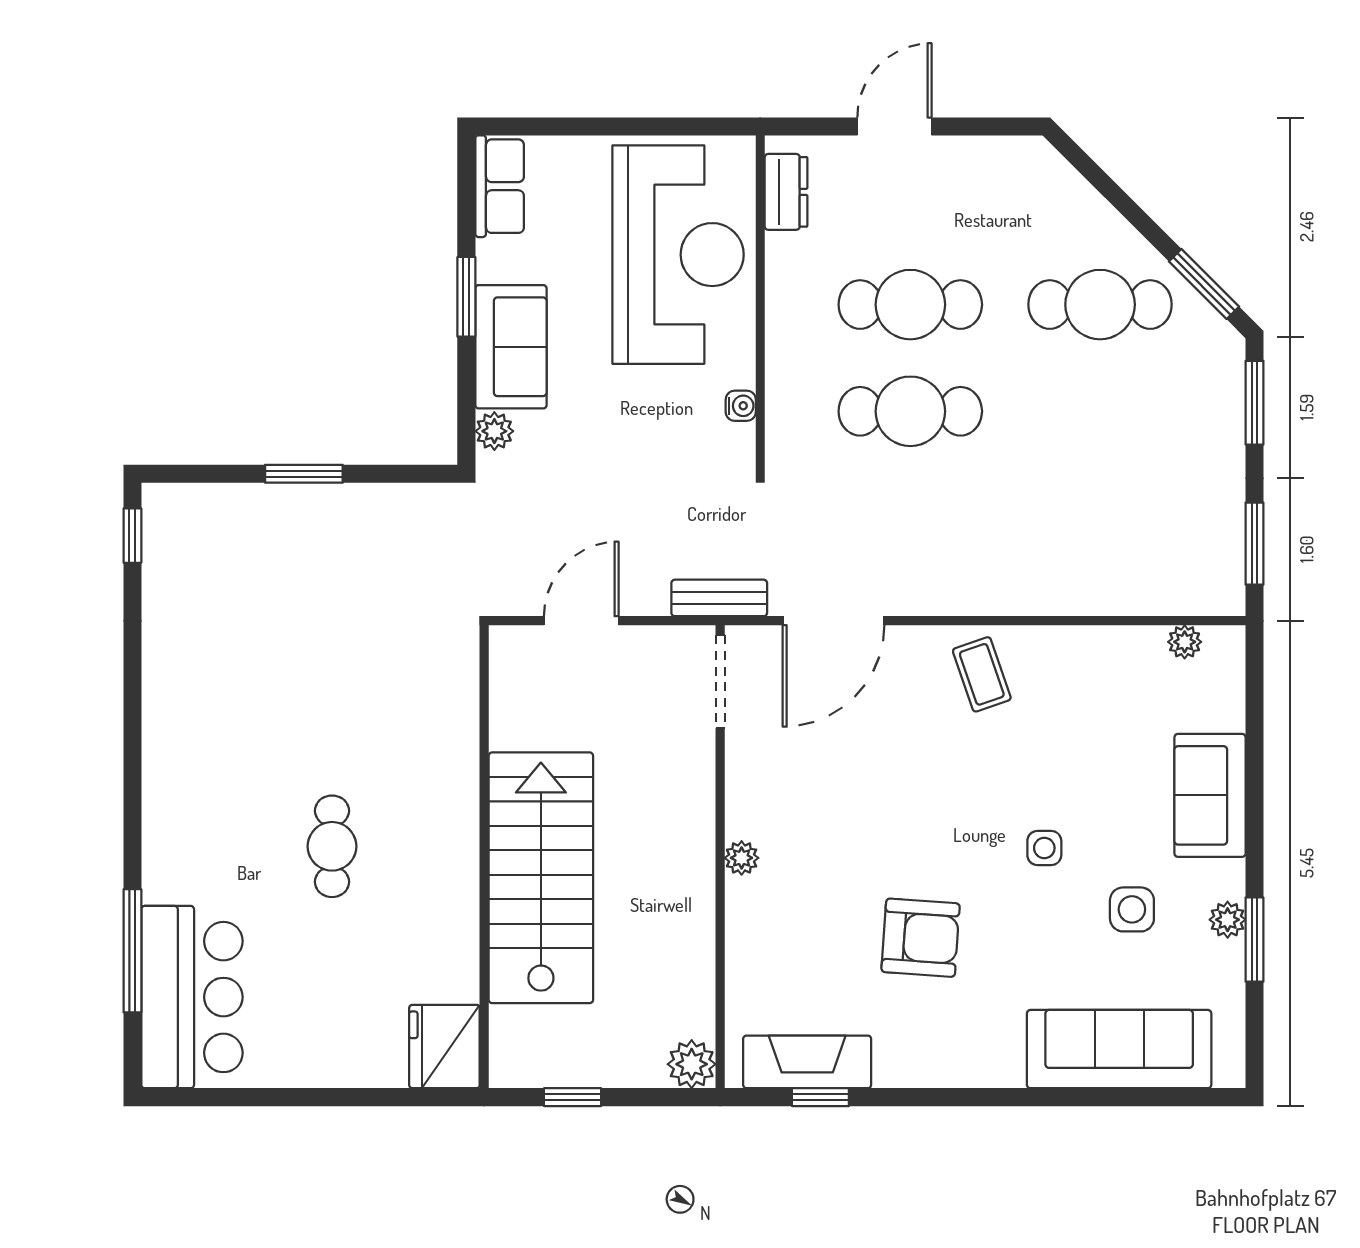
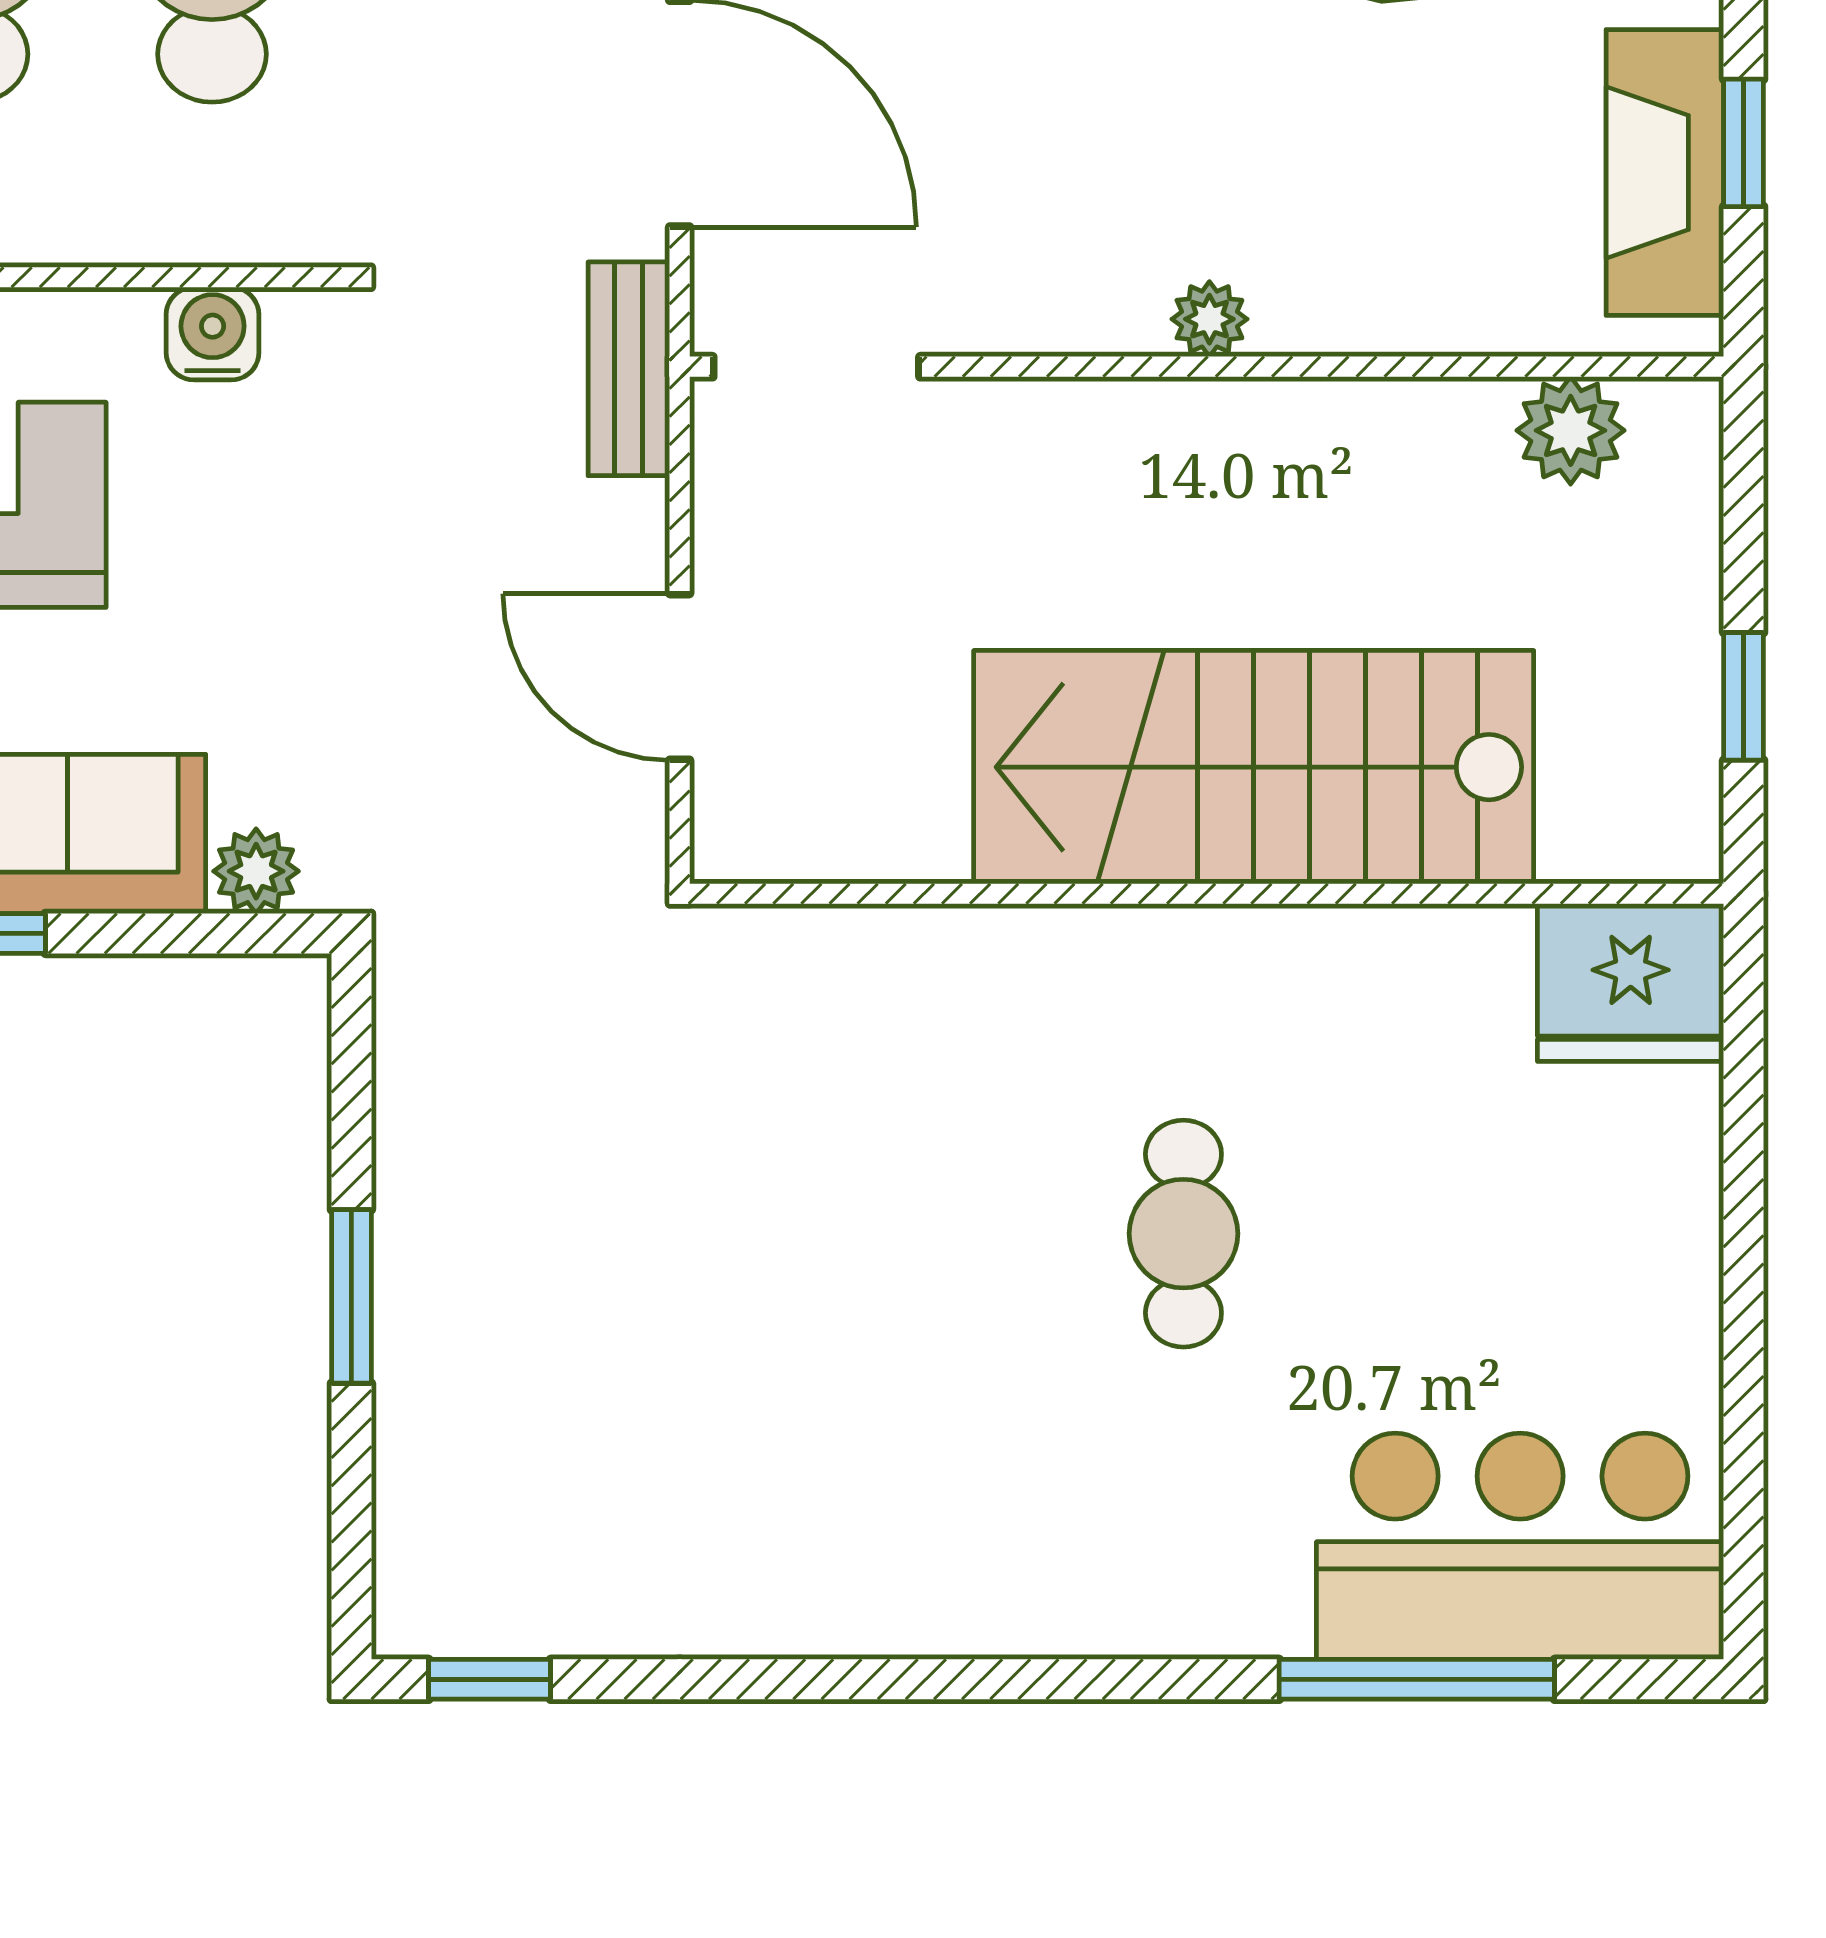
water cooler: (741, 406) -> (213, 334), width x1.38, depth x1.38
cafe table: (332, 846) -> (1183, 1234), turned 90
plant: (692, 1064) -> (1571, 430), moved

